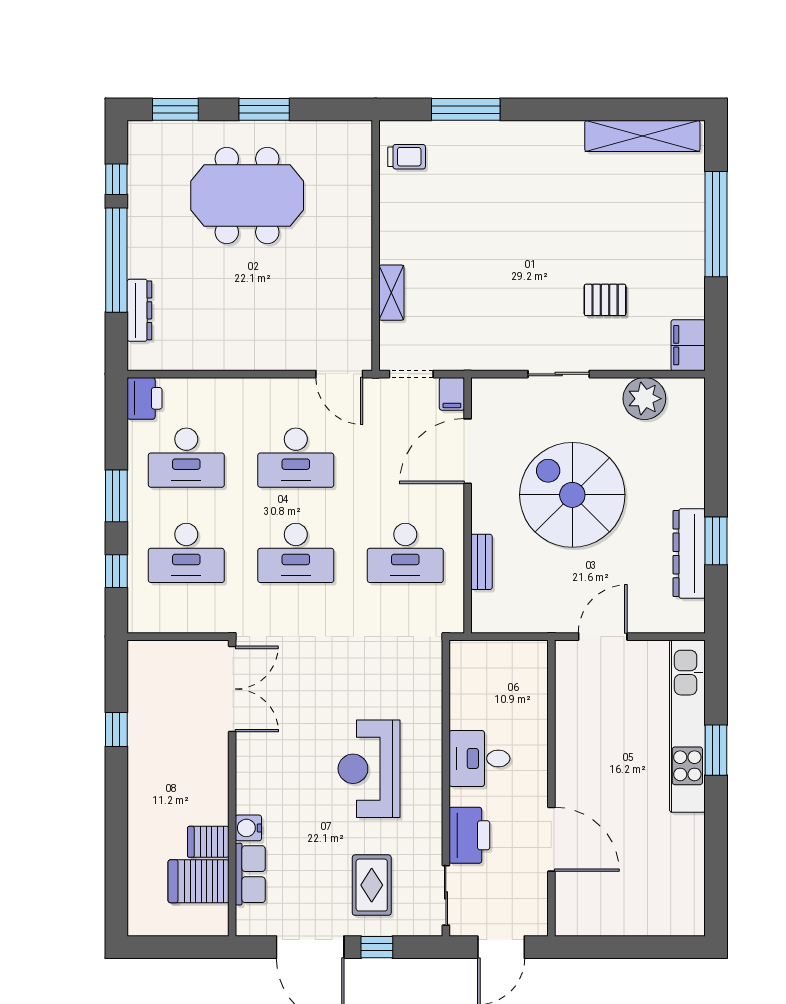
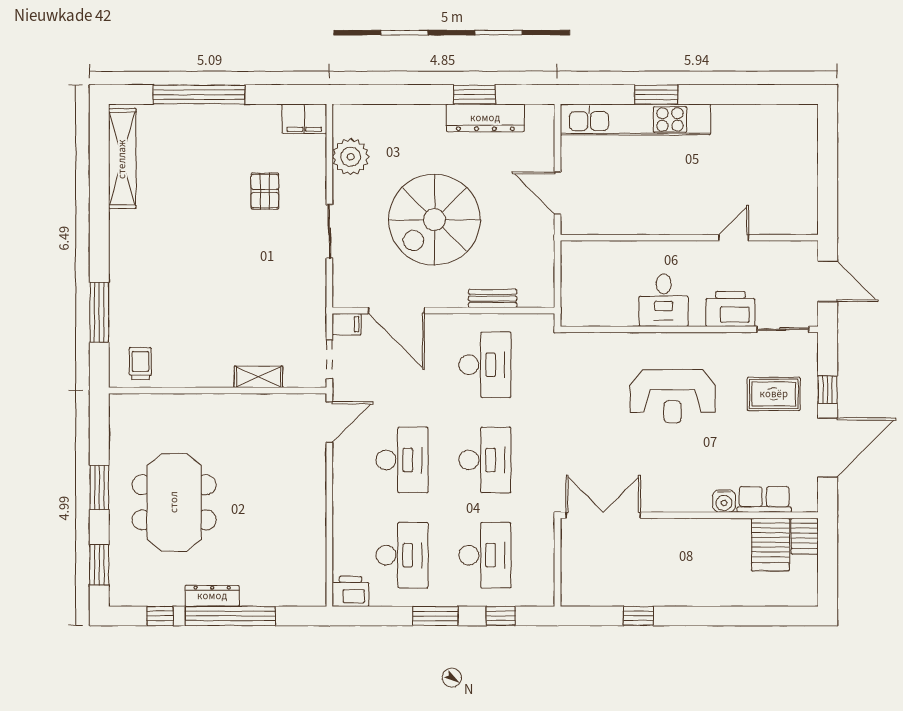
dresser: (139, 310) -> (212, 596), moved
door: (551, 839) -> (734, 238), width x0.53
server rack: (208, 842) -> (805, 536), moved

